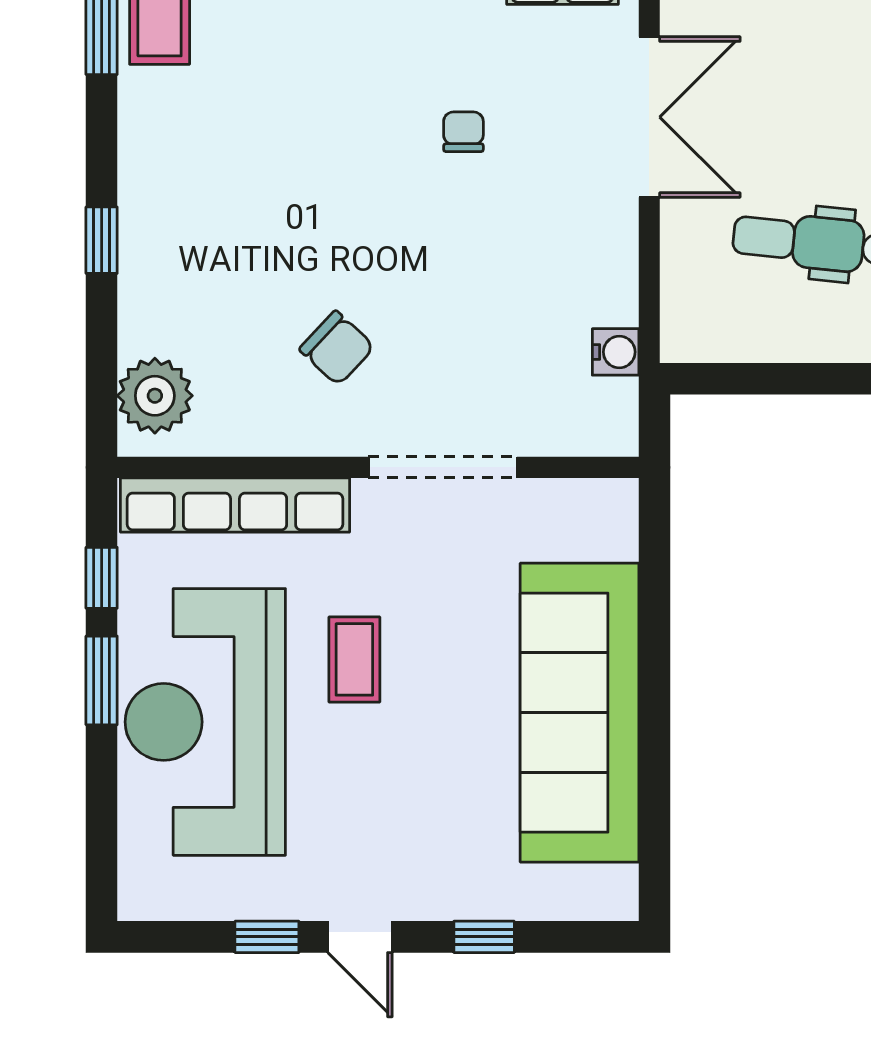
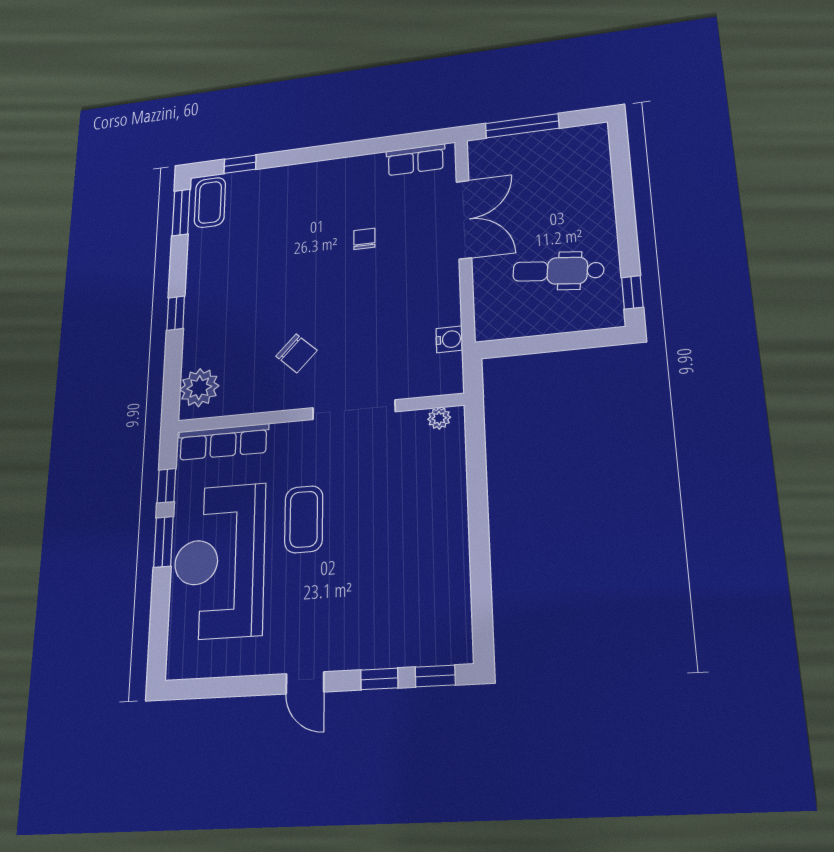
plant: (593, 498) -> (439, 418), added
row of seats: (235, 505) -> (223, 442), width x0.73
coffee table: (354, 659) -> (304, 519), width x1.36, depth x1.30
sofa: (579, 713) -> (434, 540), removed
window: (267, 937) -> (435, 676), moved

